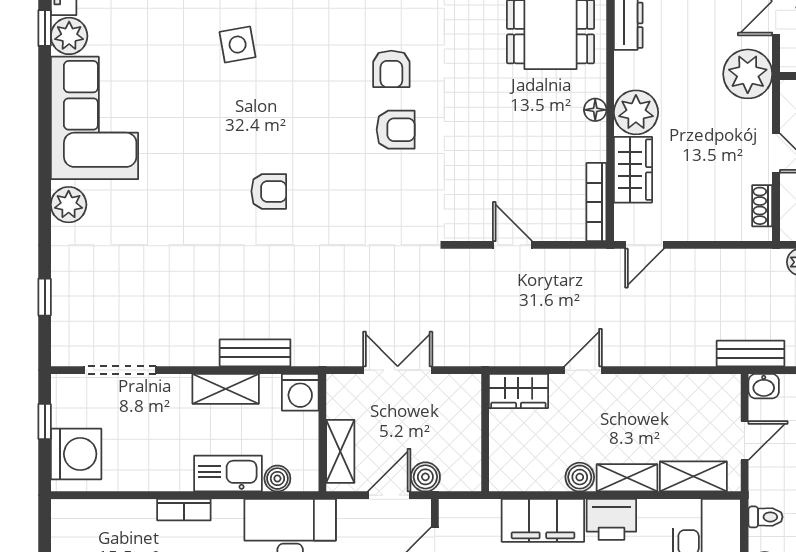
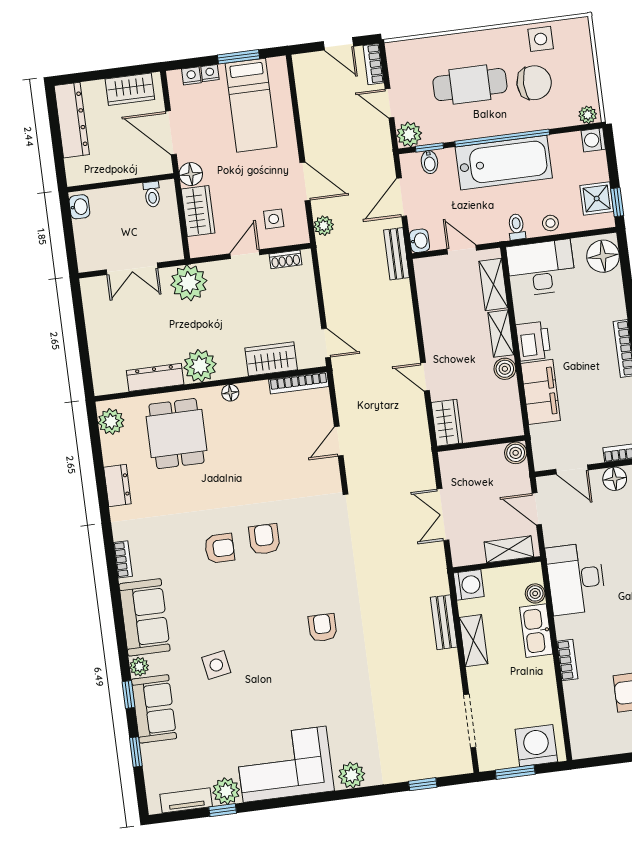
plant: (636, 112) -> (200, 366), moved
window: (45, 421) -> (515, 772), width x1.50
boiler: (425, 477) -> (516, 453), moved

